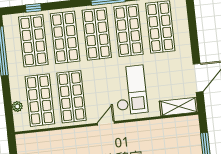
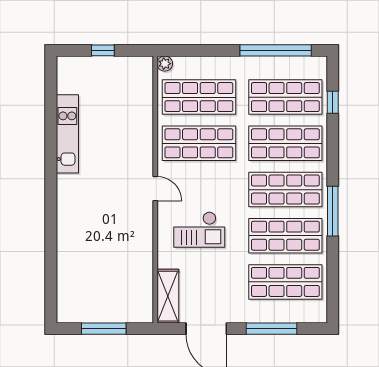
window: (193, 33) -> (271, 329), added
checkout: (131, 90) -> (199, 230), width x0.73, depth x0.83
plant: (17, 106) -> (165, 64), moved

